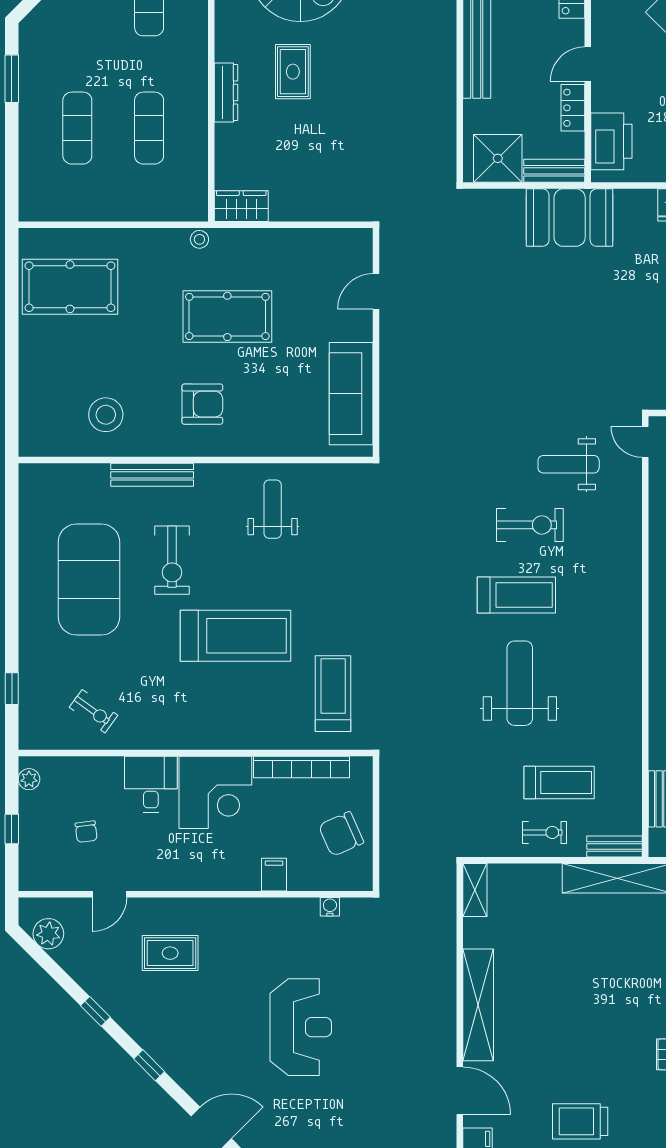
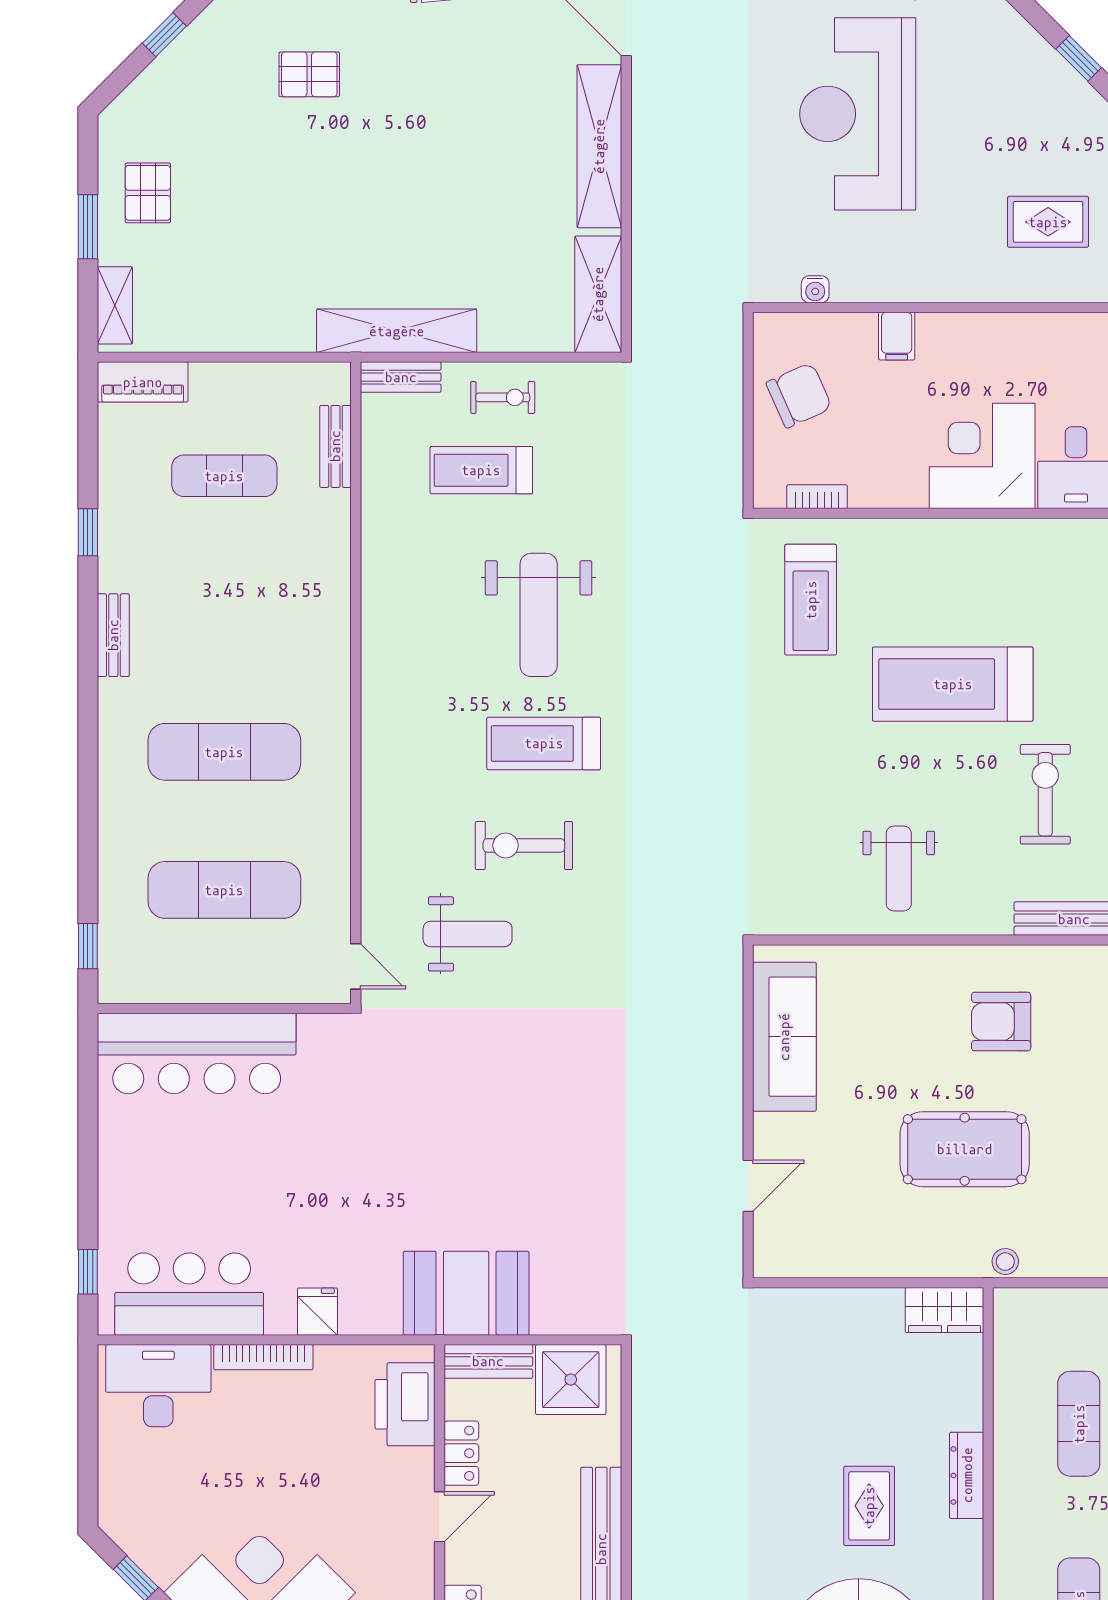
bookcase: (302, 767) -> (817, 497), width x0.43, depth x0.76
exercise bike: (544, 832) -> (503, 397), turned 180
shelving: (475, 890) -> (598, 294), width x1.50, depth x1.33
reception desk: (301, 1027) -> (858, 114), width x1.36, depth x1.30

